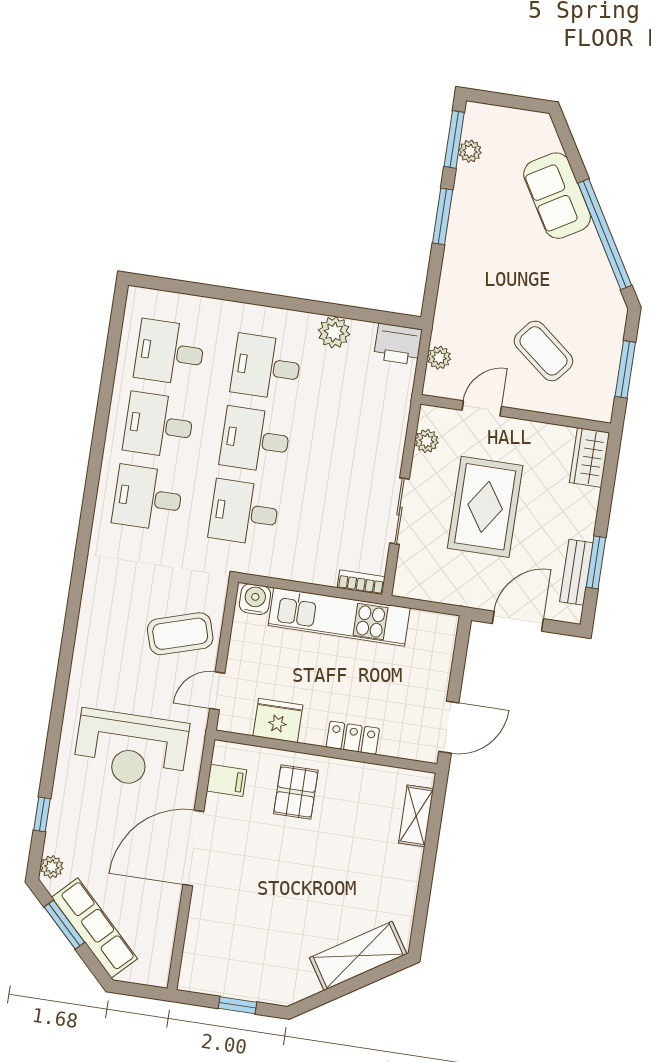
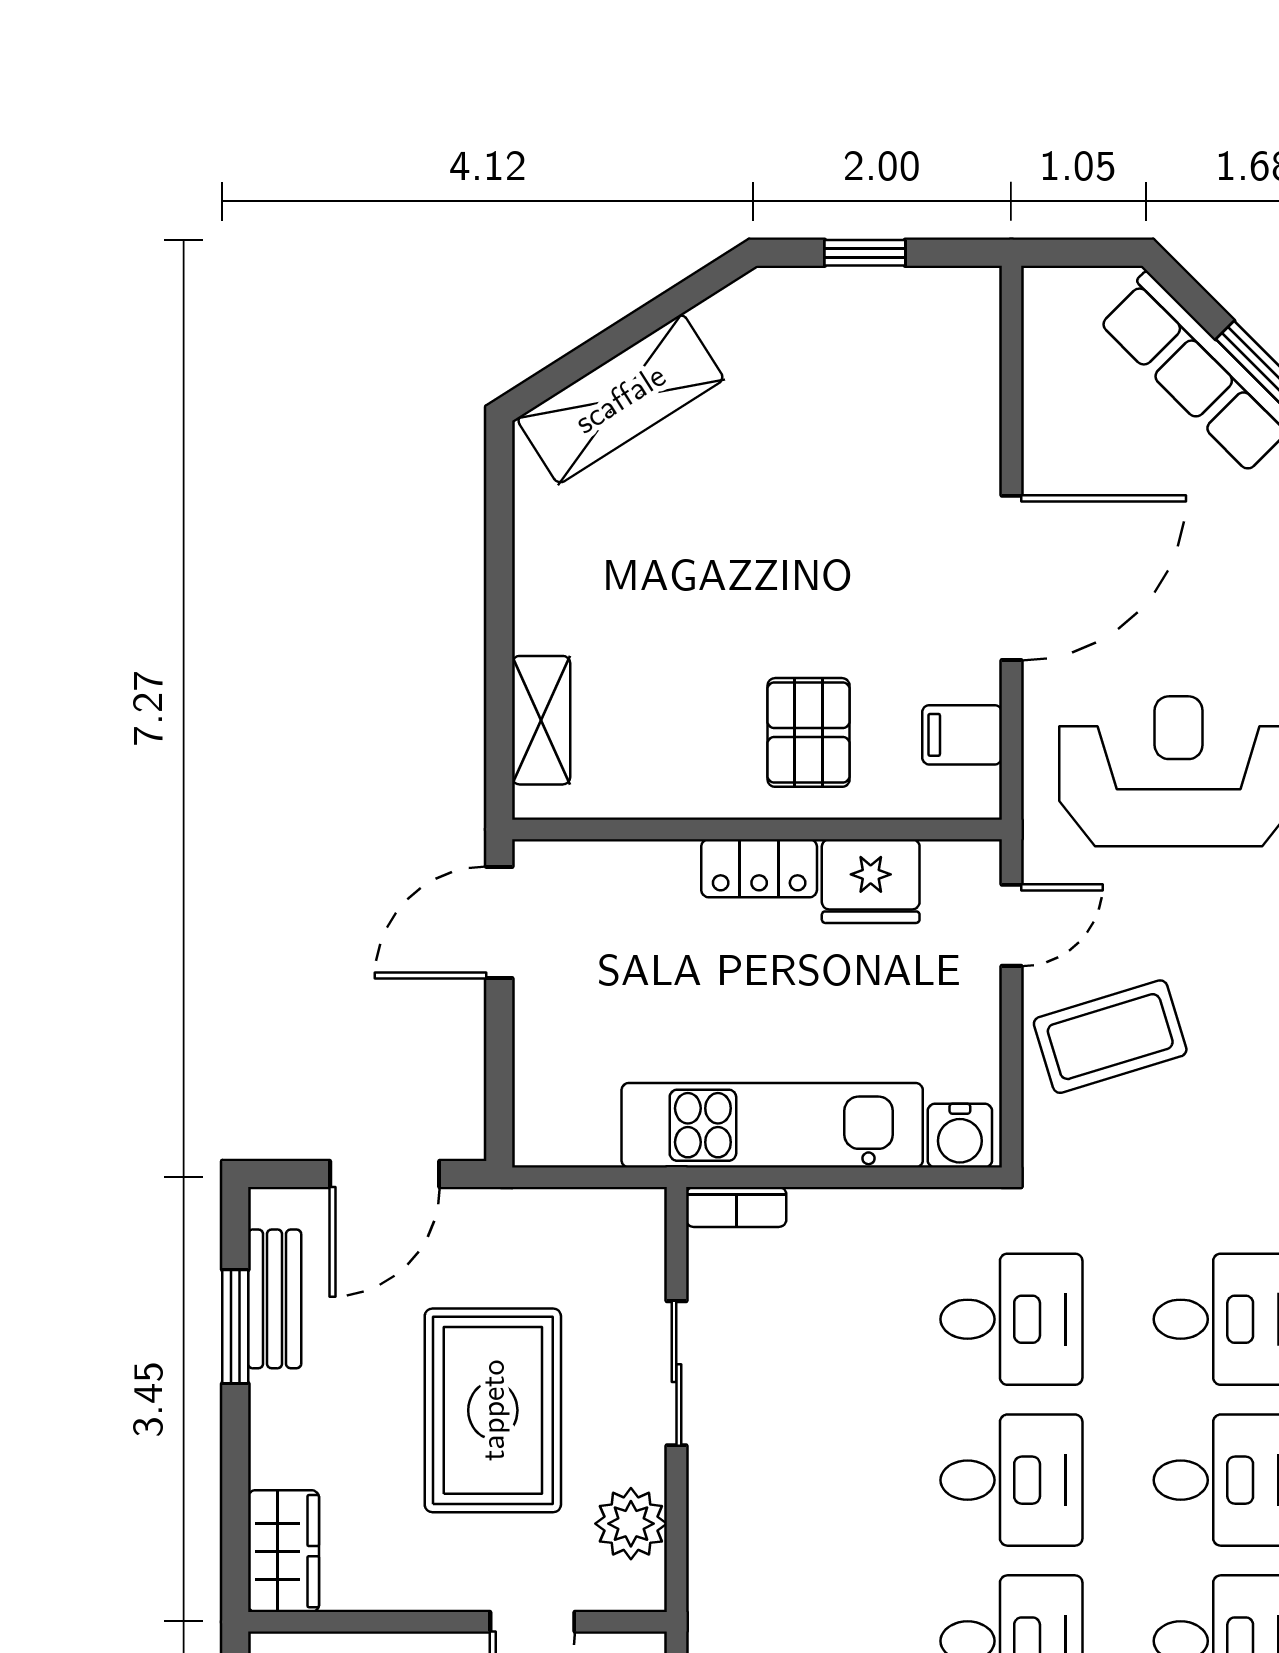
plant: (427, 441) -> (631, 1524), width x1.38, depth x1.38
locker: (353, 738) -> (759, 868), moved

